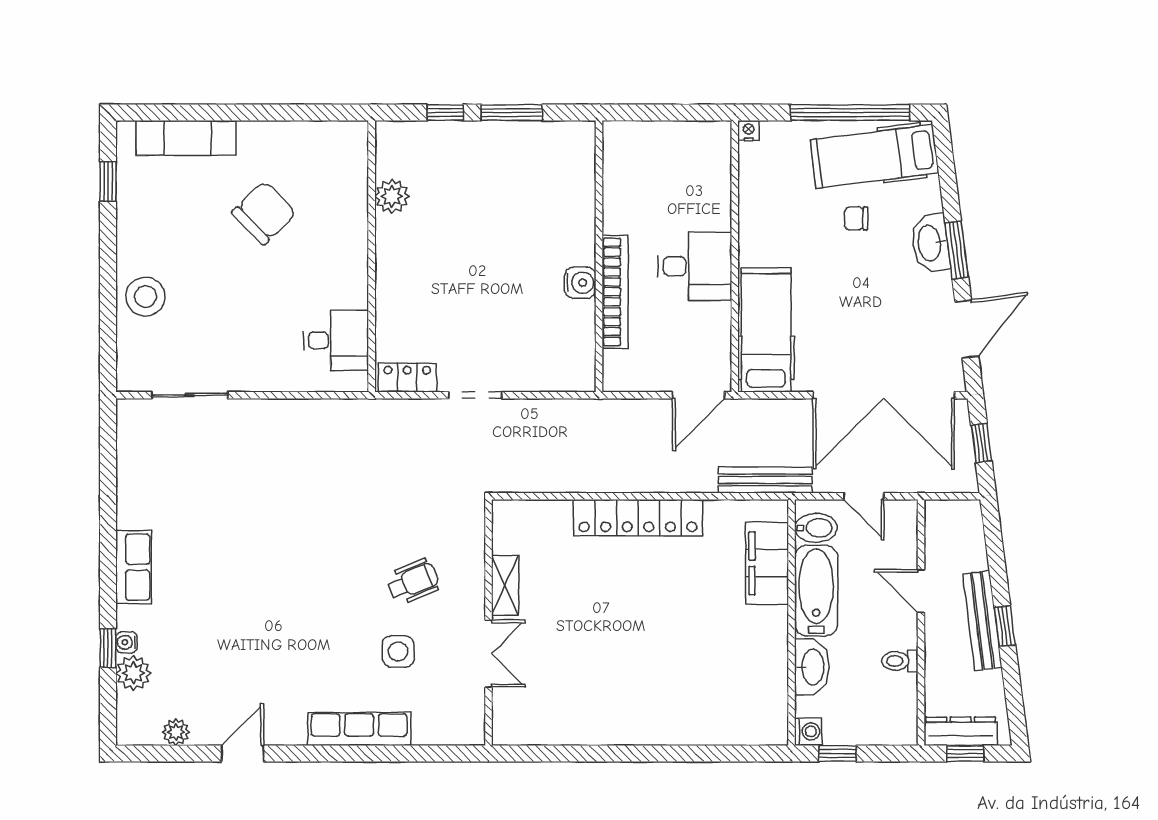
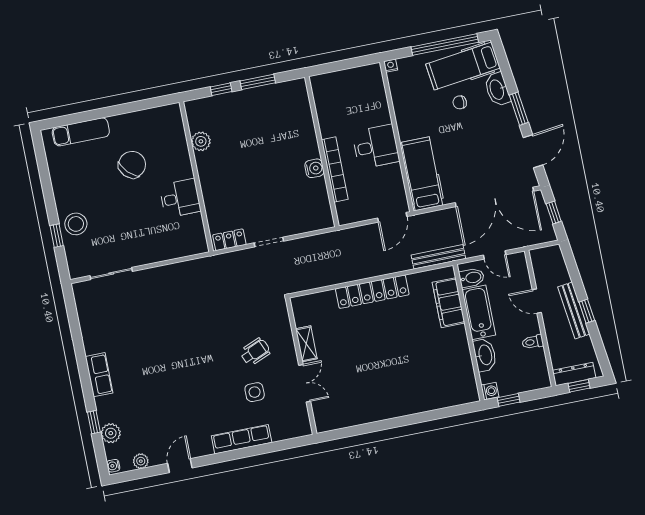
window: (108, 182) -> (57, 236), moved
washbasin: (930, 243) -> (497, 89), moved
desk: (336, 340) -> (180, 198), moved
water cooler: (127, 642) -> (113, 466), moved

